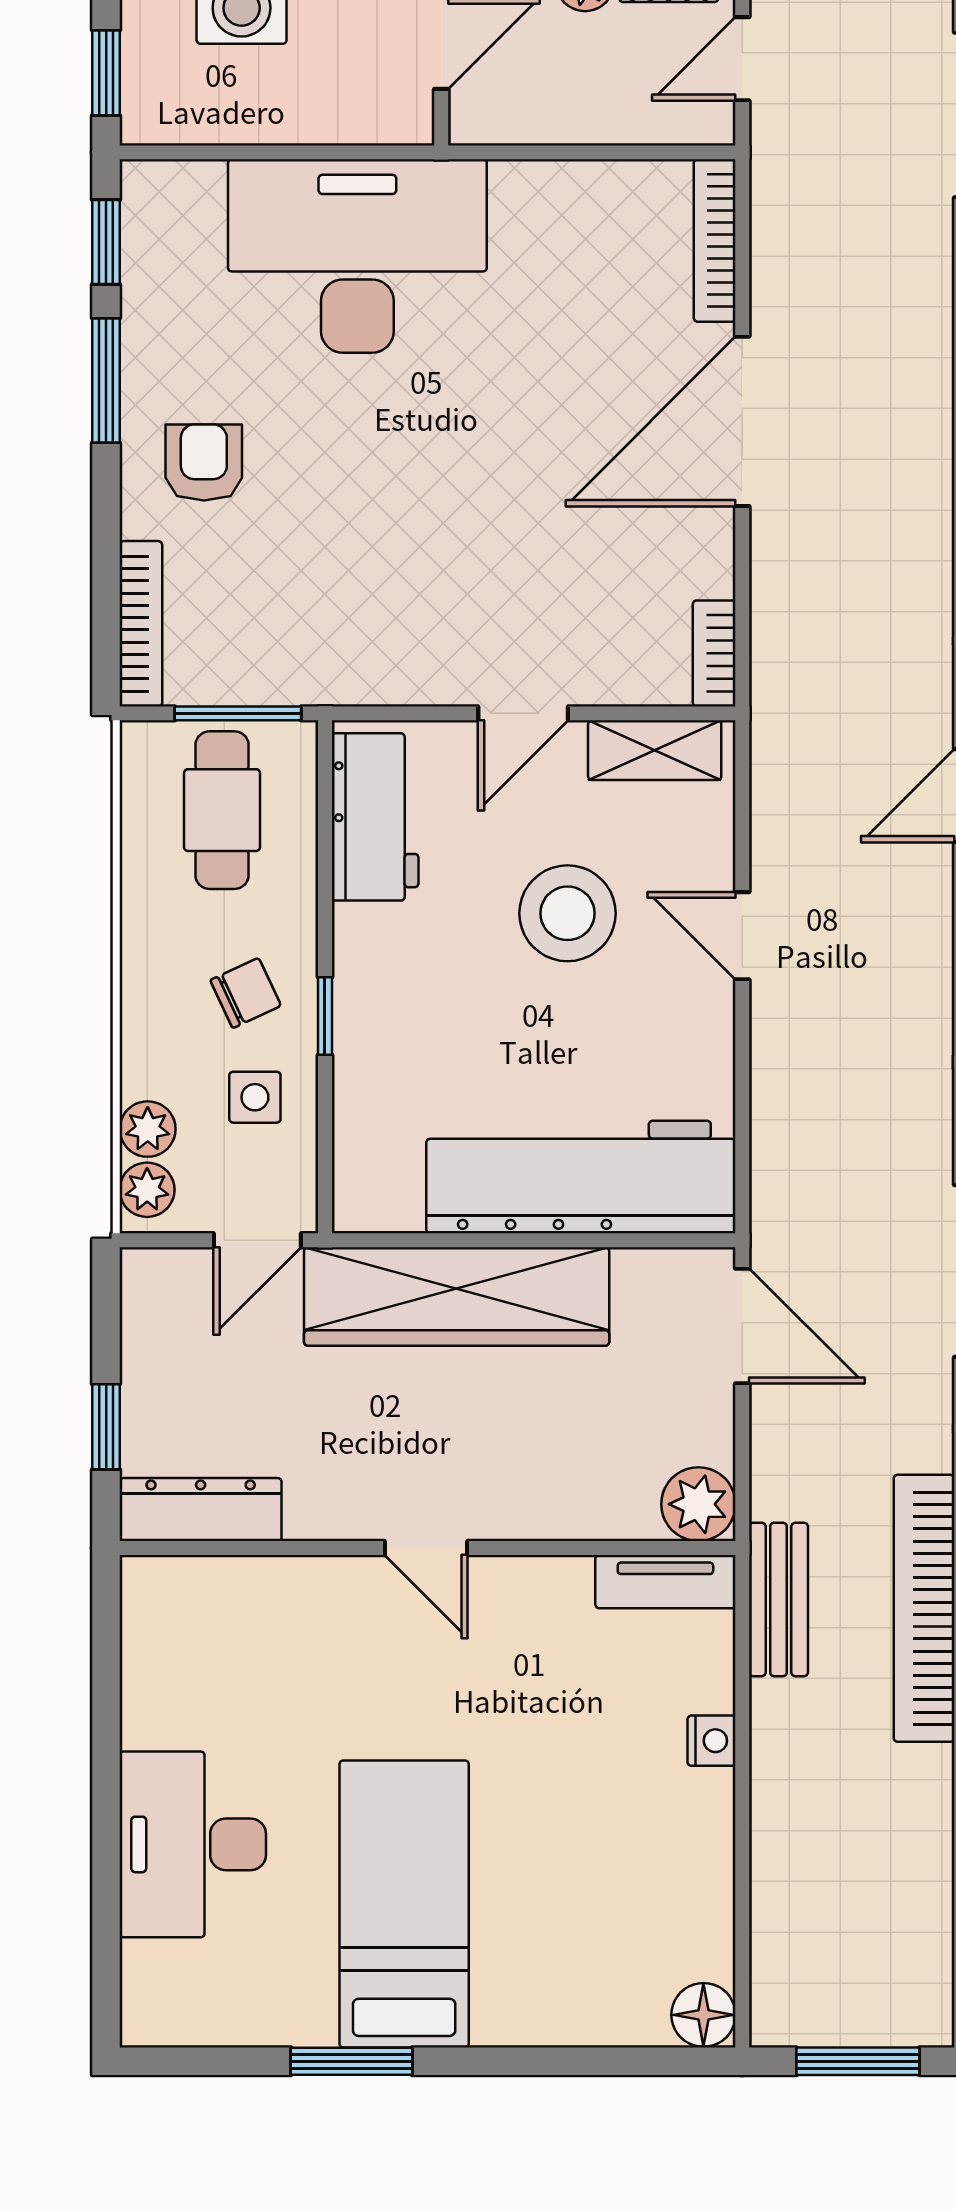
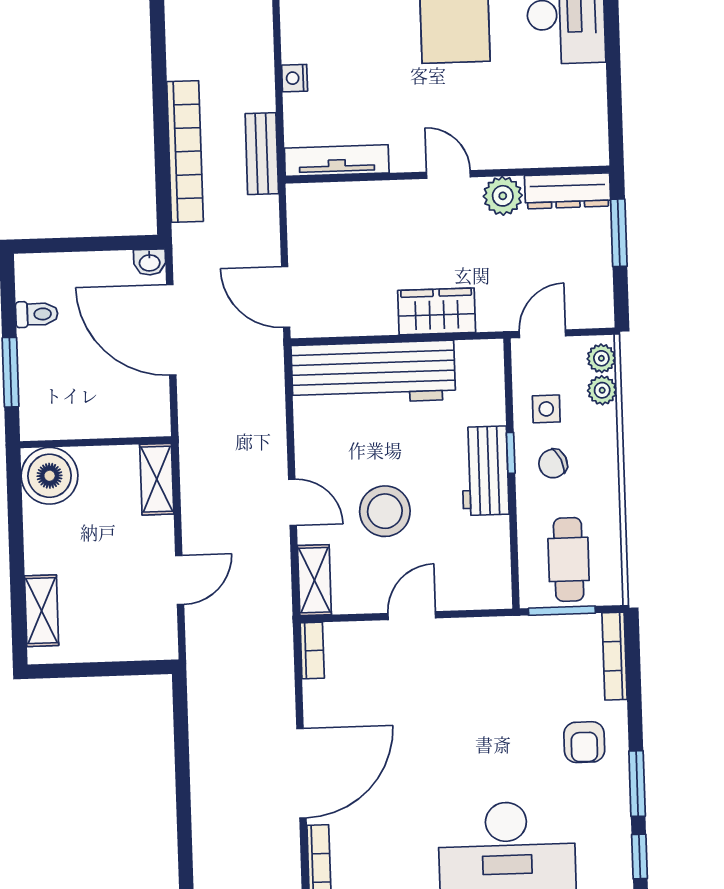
shelving: (655, 750) -> (314, 580), moved, turned 90
workbench: (375, 817) -> (485, 471), moved
wardrobe: (457, 1296) -> (437, 311), width x0.48, depth x0.85
window: (106, 1427) -> (619, 233), width x1.50
plant: (698, 1504) -> (503, 196), moved
tv unit: (665, 1582) -> (337, 161), width x1.41

